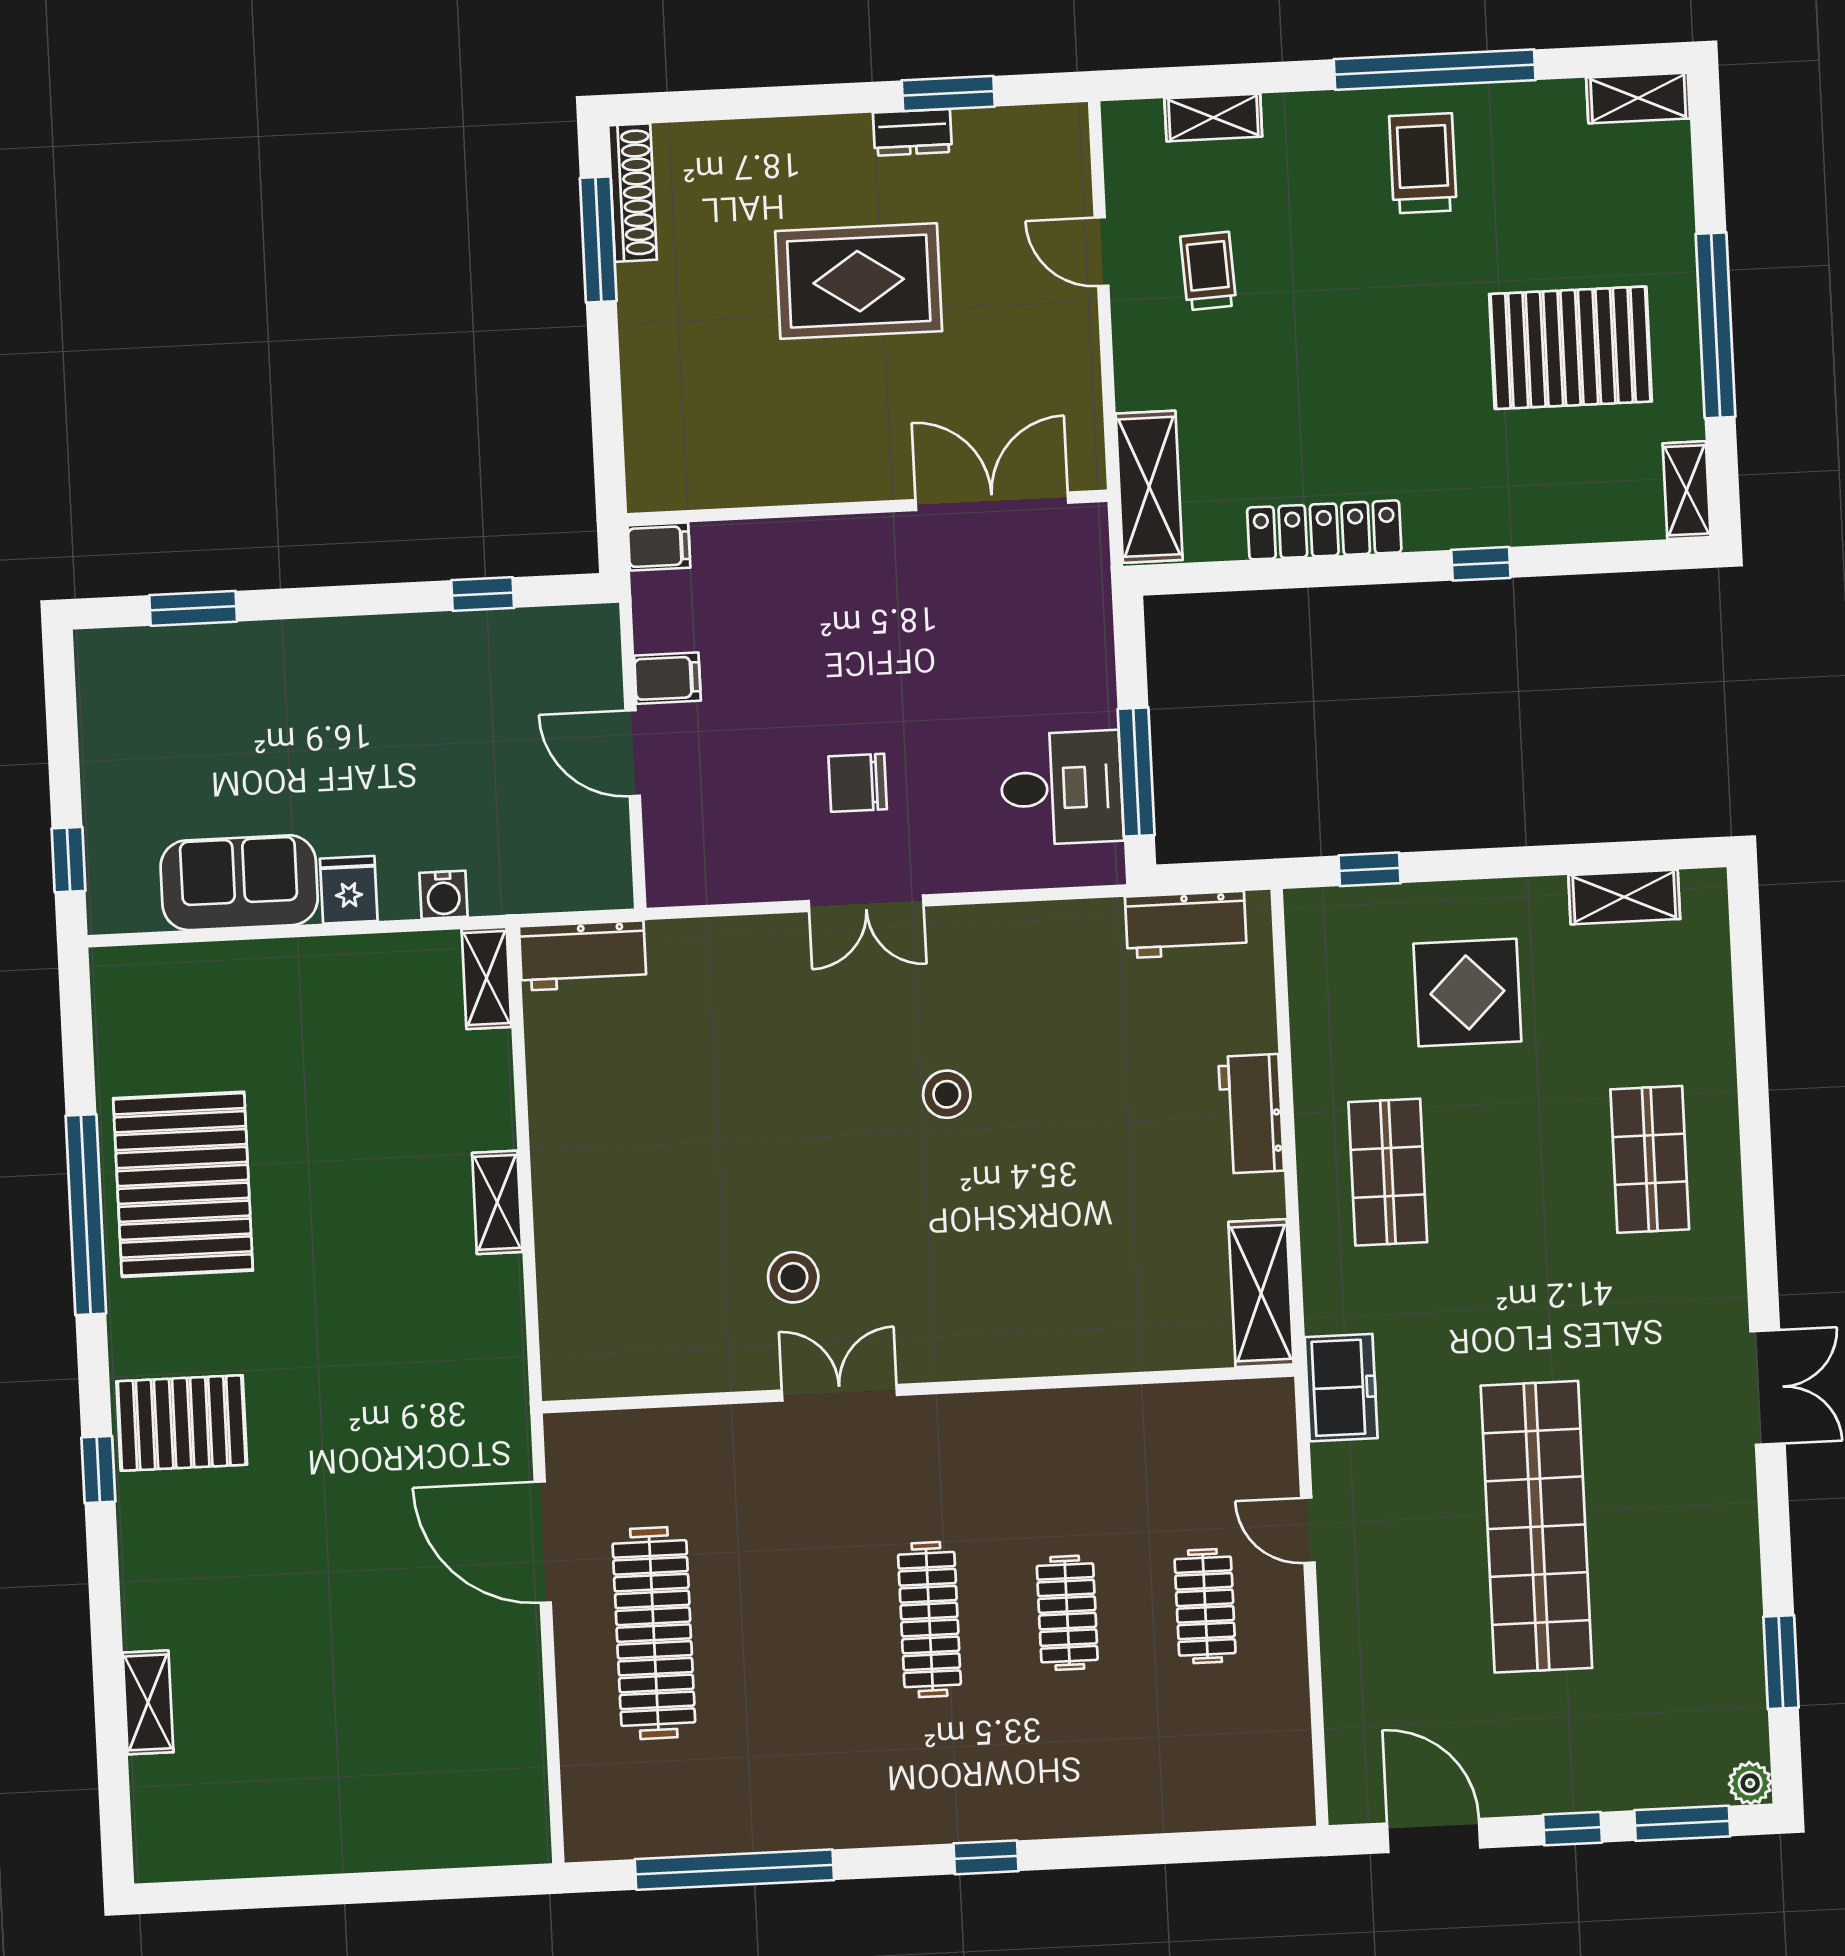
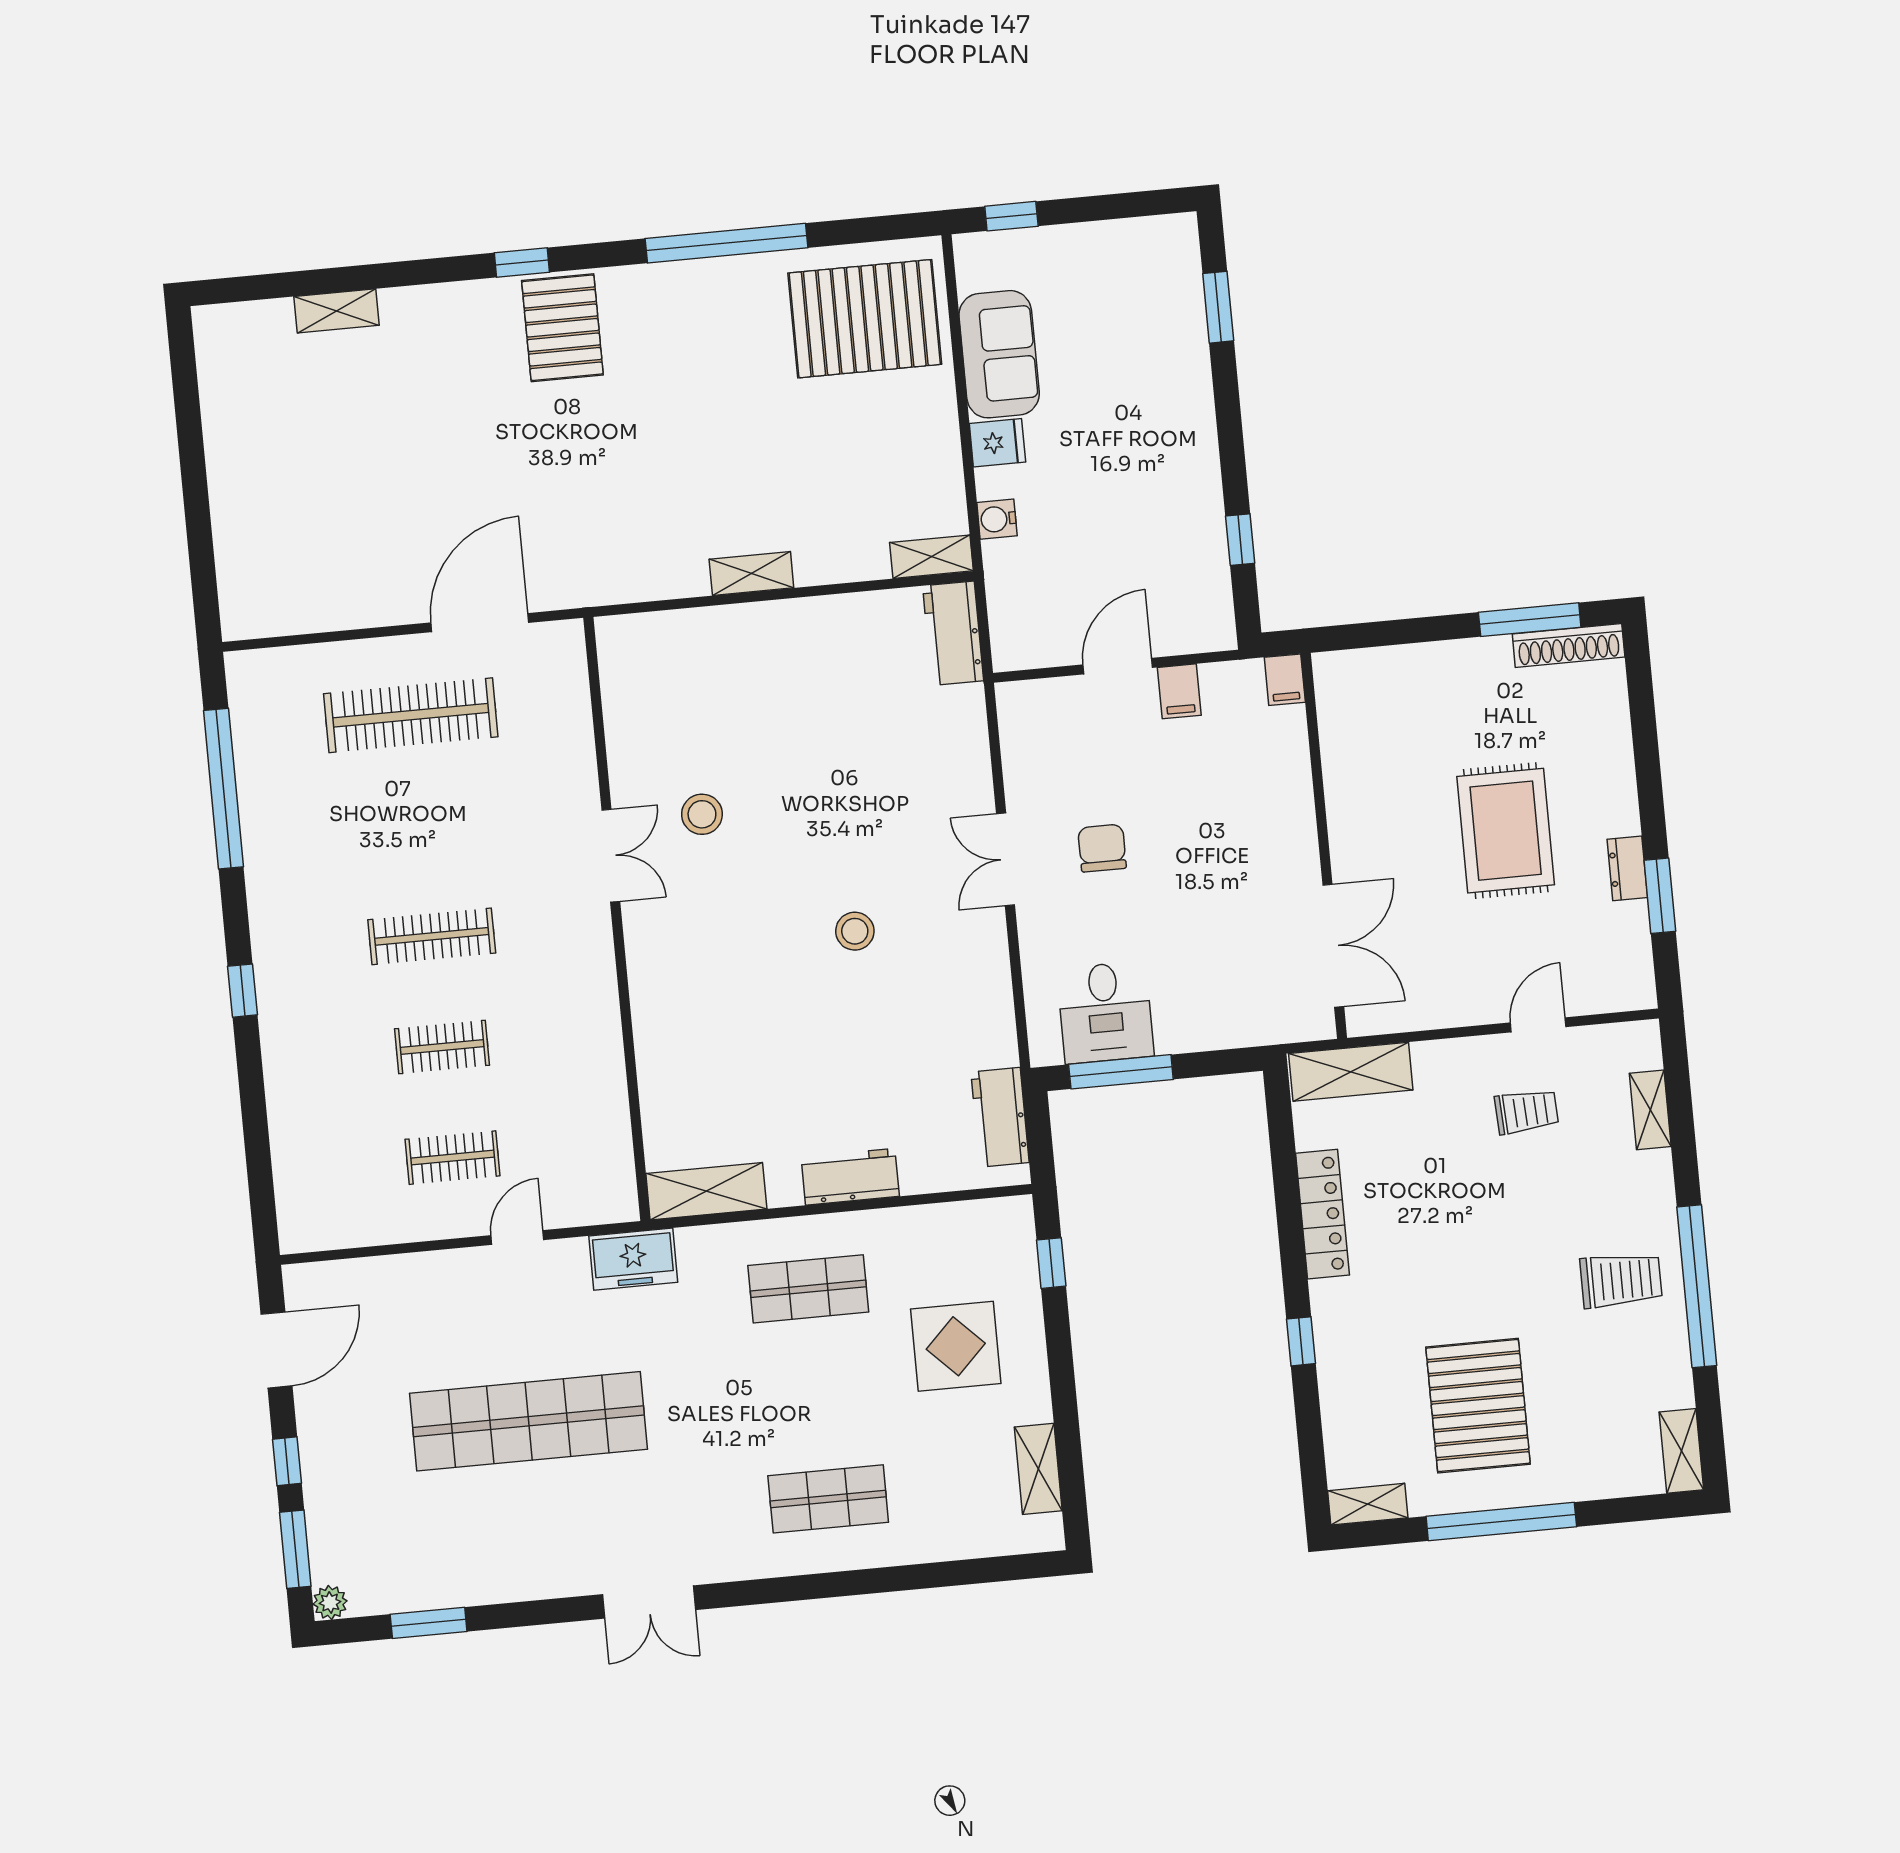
pallet: (183, 1184) -> (865, 319), moved

